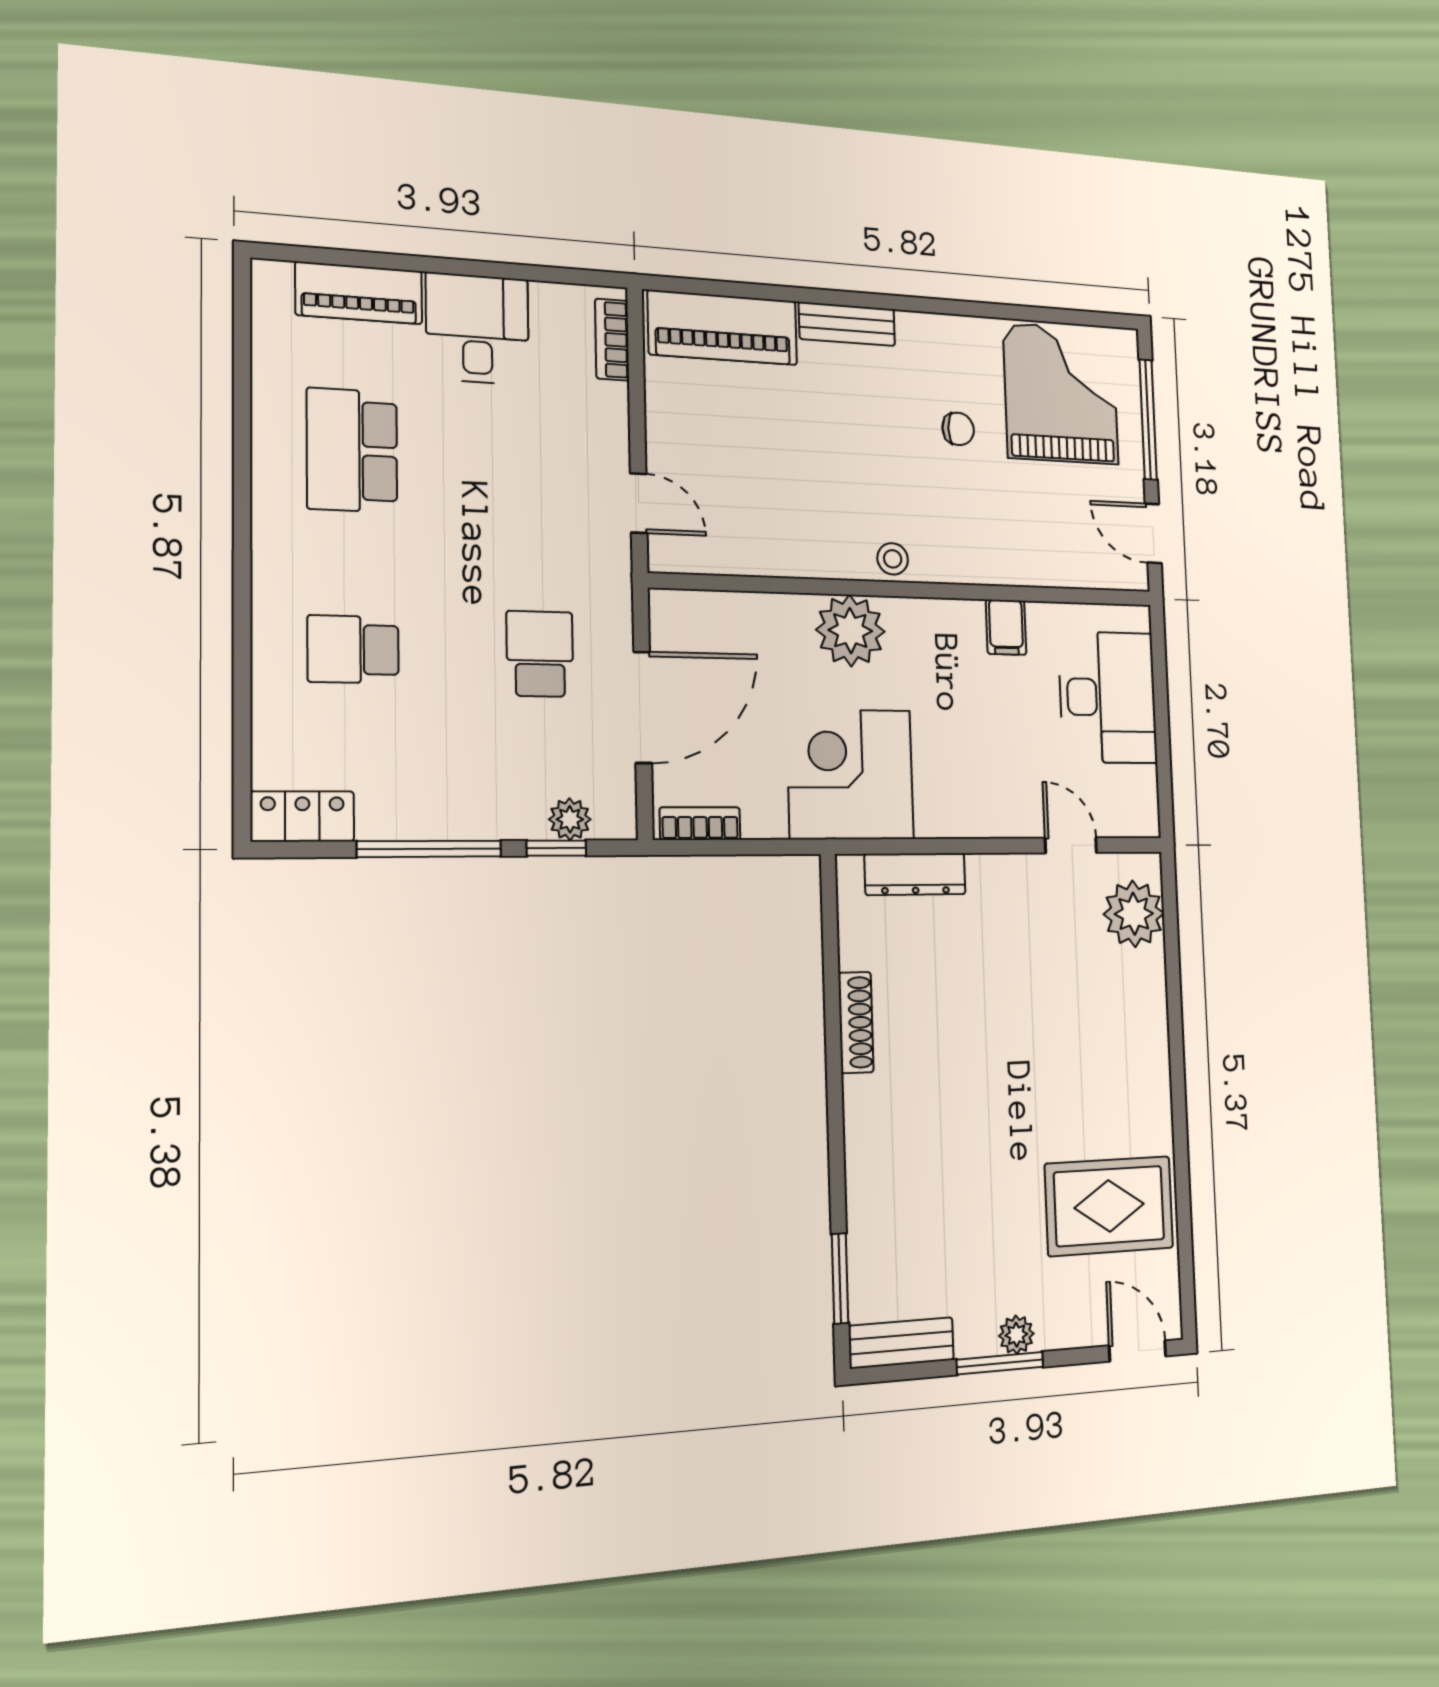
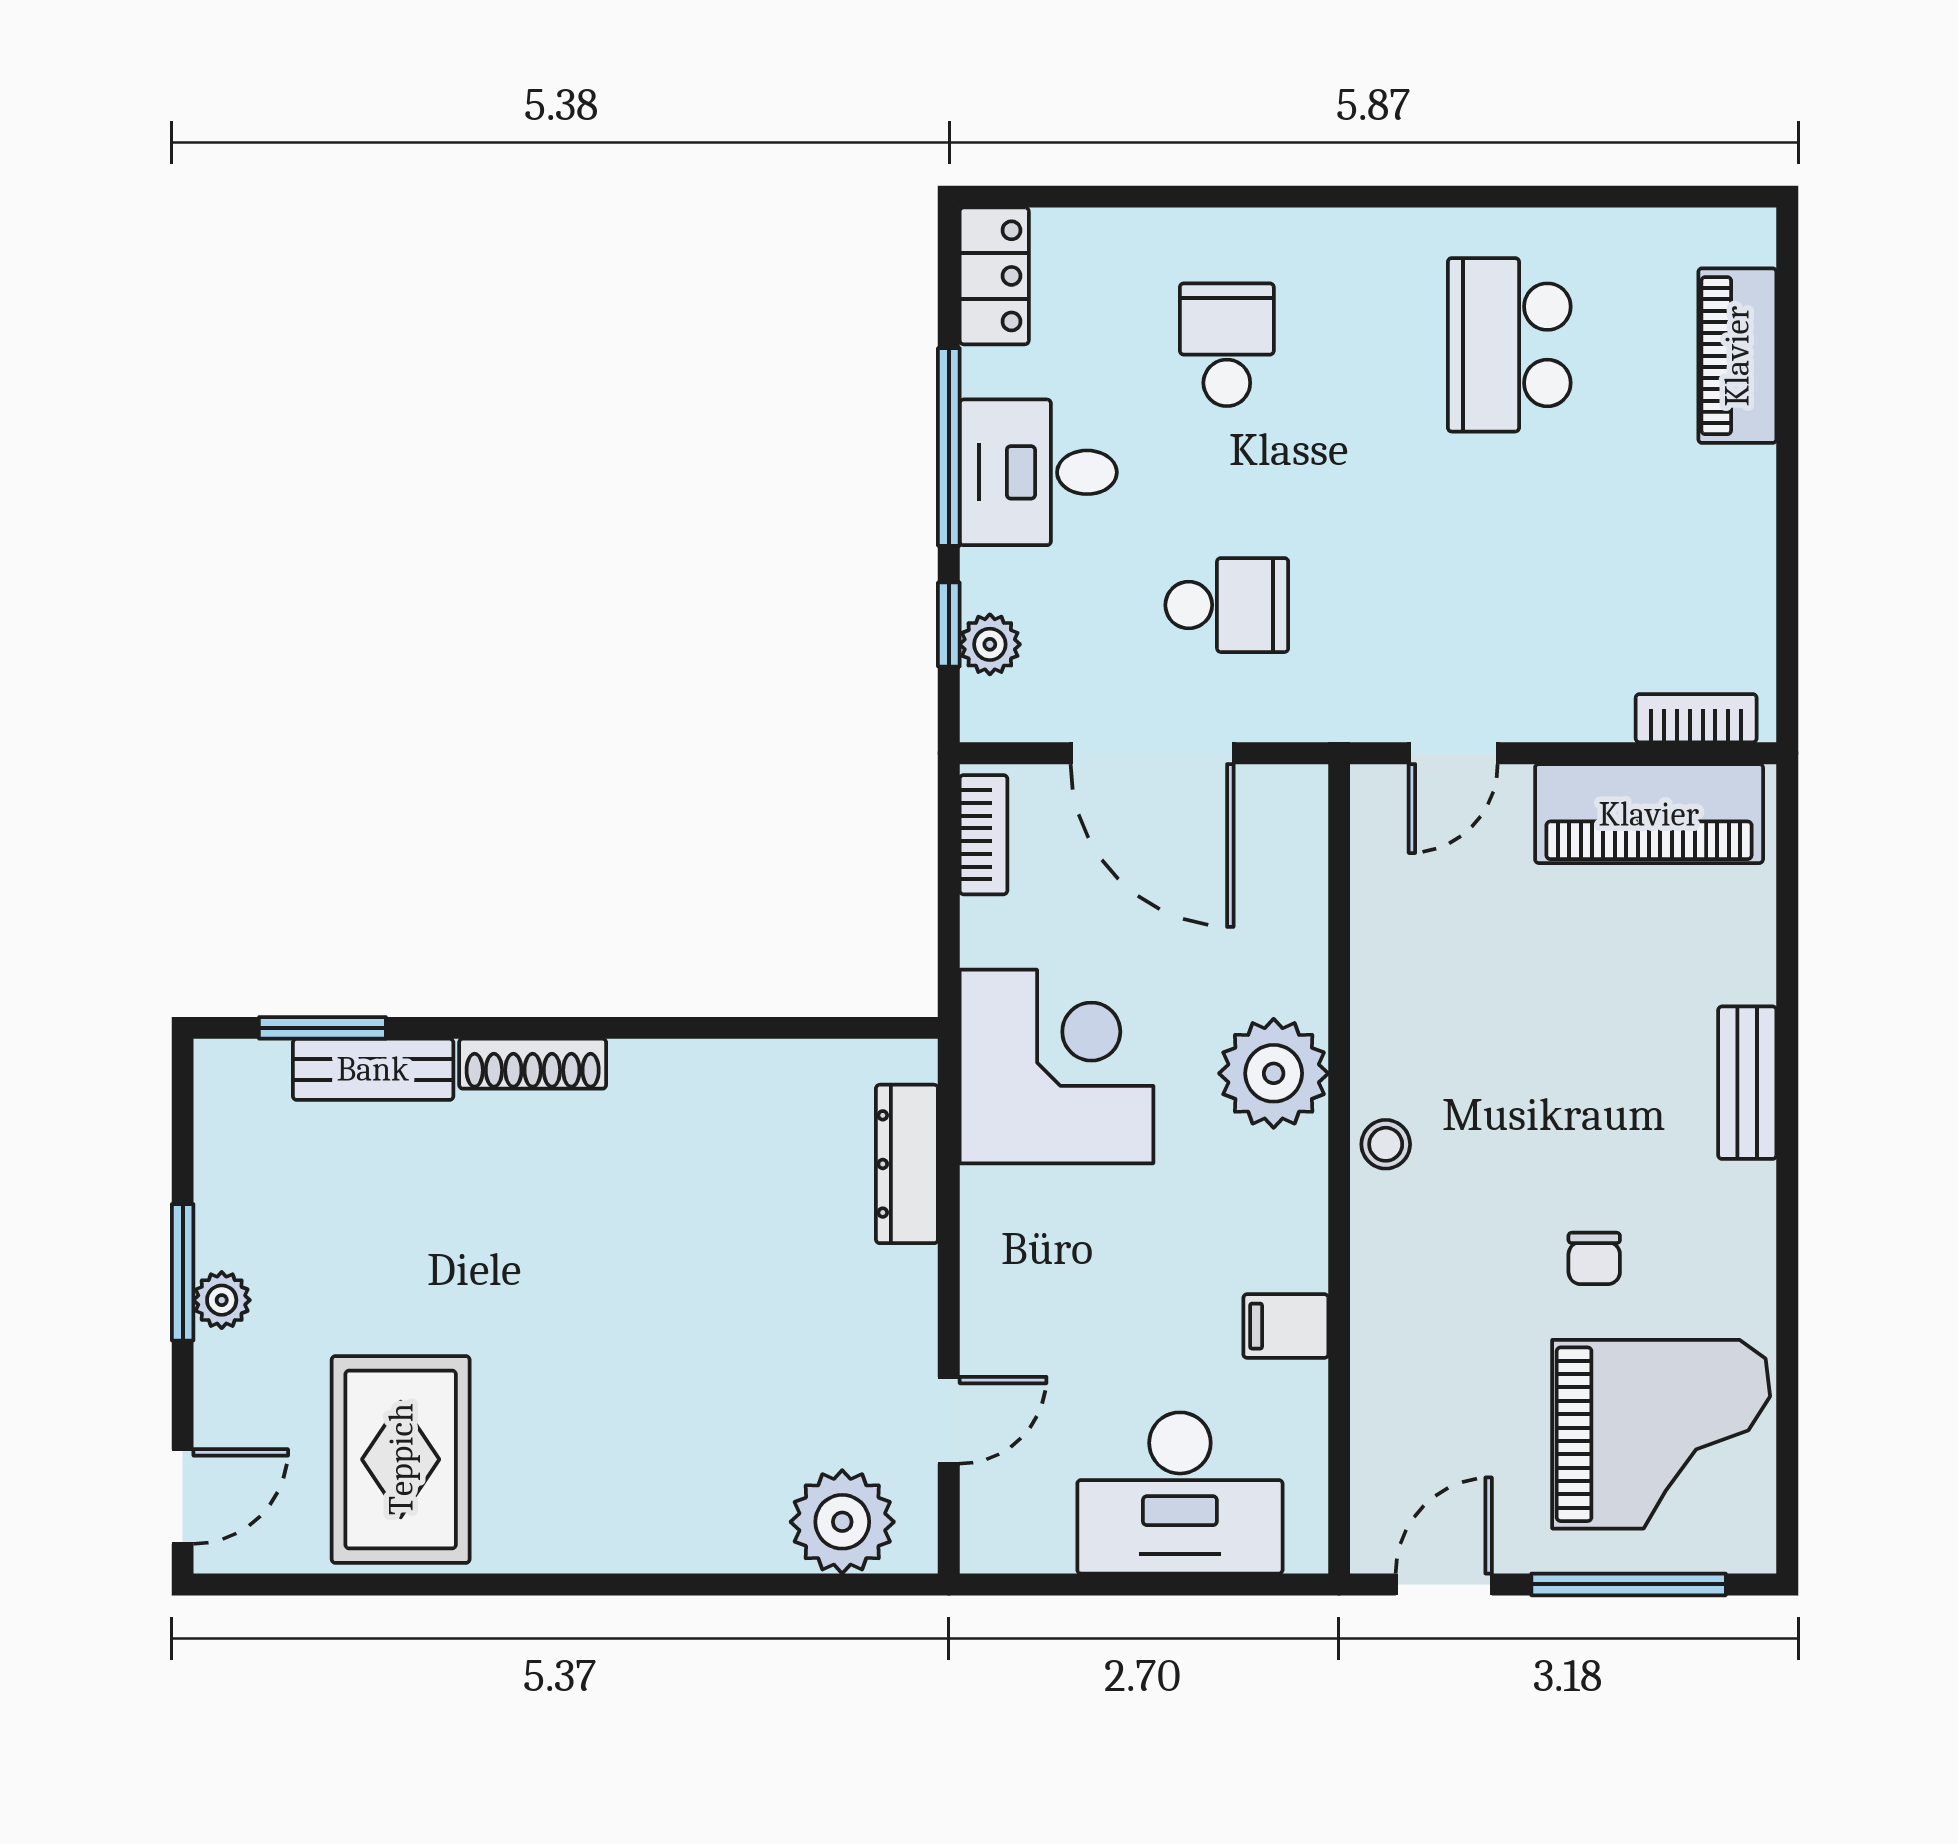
piano: (723, 328) -> (1649, 814), moved, turned -90
desk: (477, 329) -> (1038, 472), moved, turned 180
school desk: (352, 450) -> (1509, 345), turned -90
shoe rack: (856, 1022) -> (533, 1064), moved
bench: (901, 1343) -> (373, 1069), moved, turned 90

